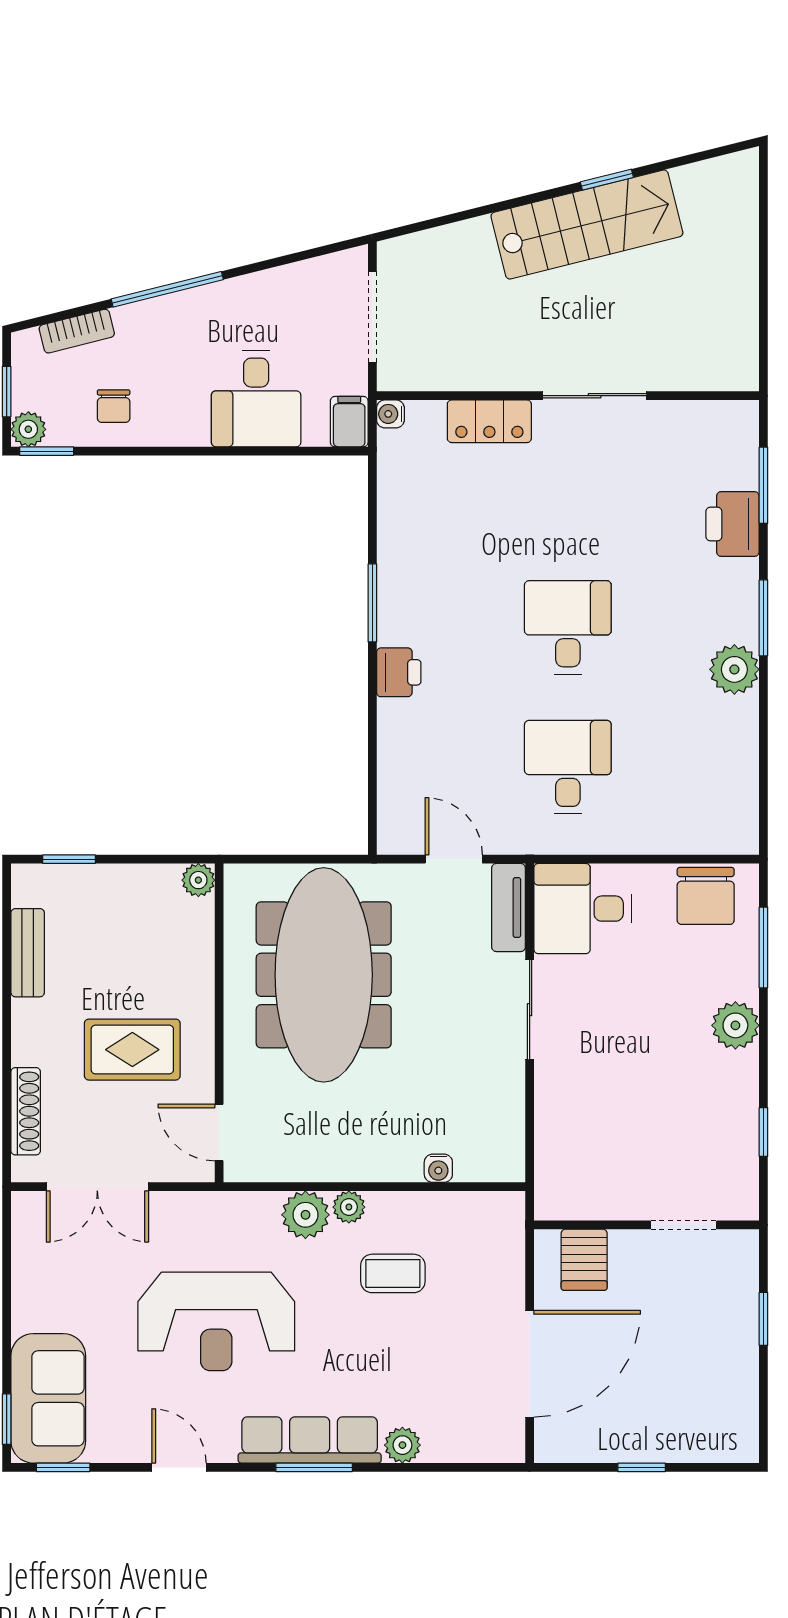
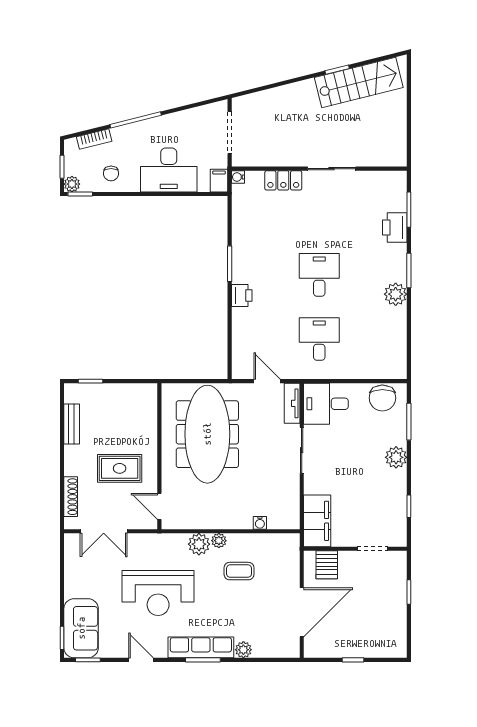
stairs: (587, 224) -> (359, 83), moved
desk: (256, 399) -> (169, 170), width x1.37
plant: (198, 880) -> (150, 391), removed
filing cabinet: (563, 1164) -> (317, 521), added

